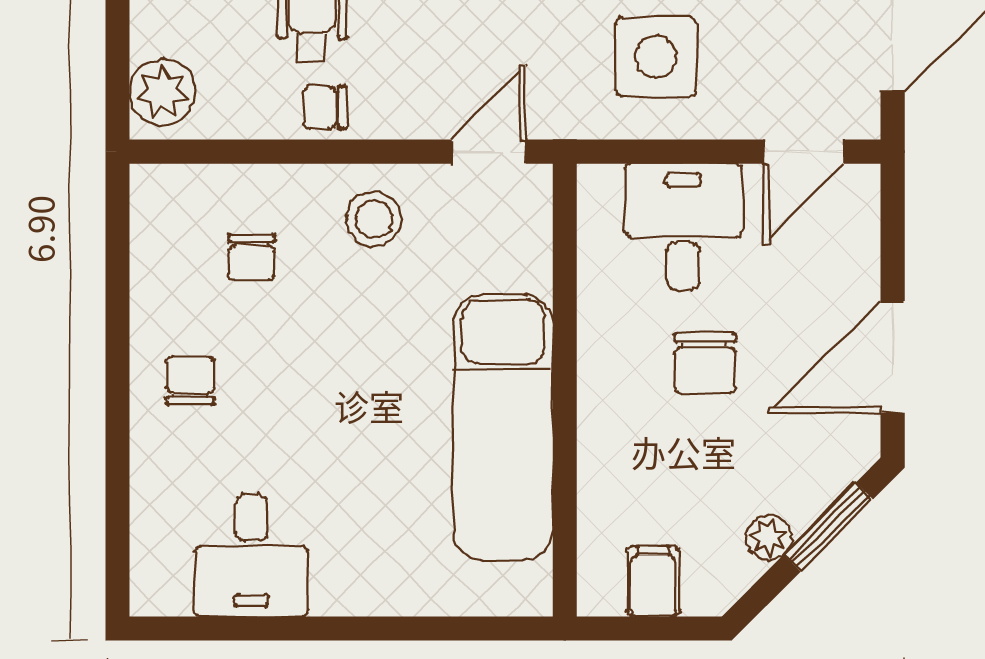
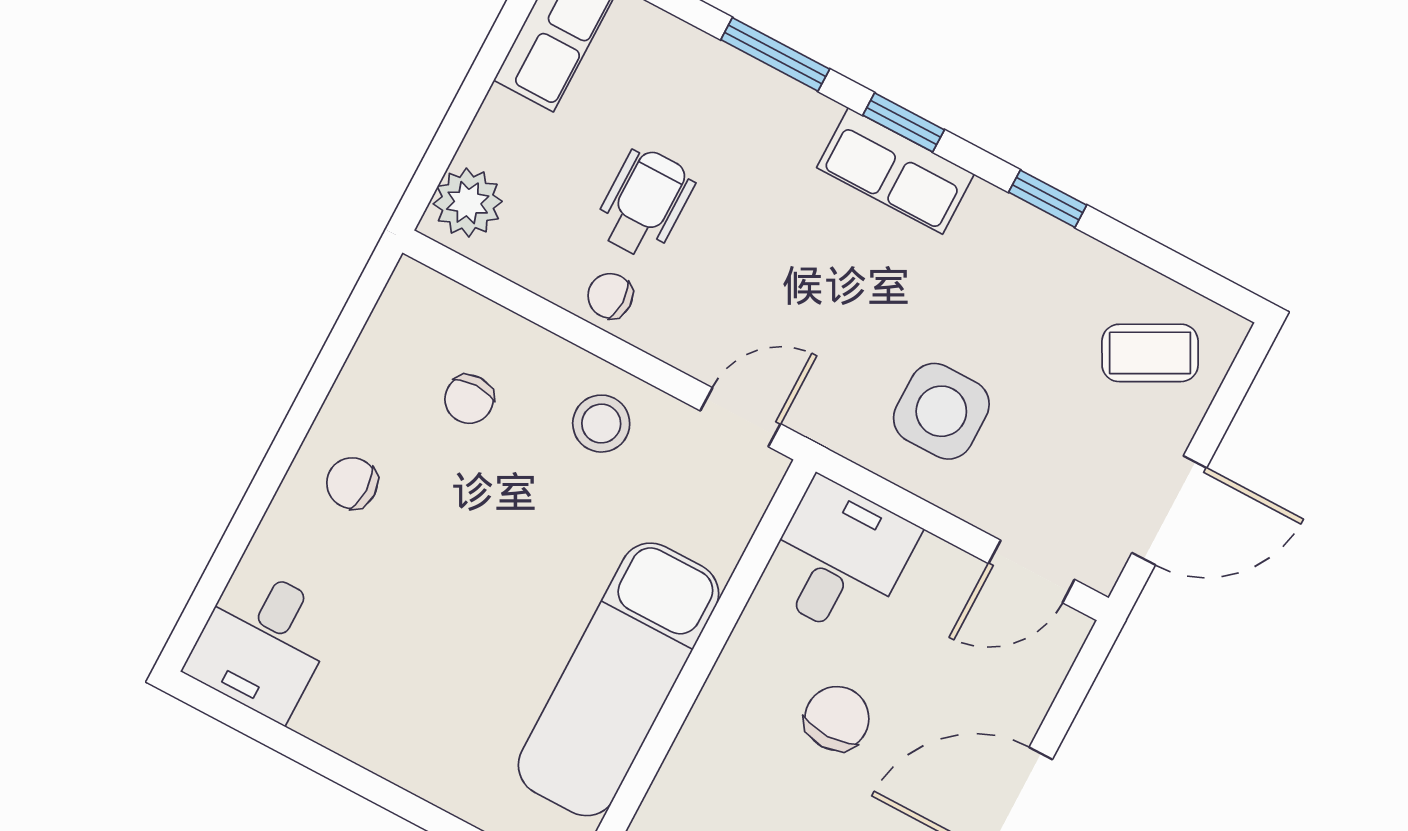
desk: (683, 227) -> (839, 559), moved
chair: (705, 363) -> (837, 718), turned 180
chair: (190, 381) -> (352, 483), turned -90
desk: (251, 556) -> (263, 643), moved

